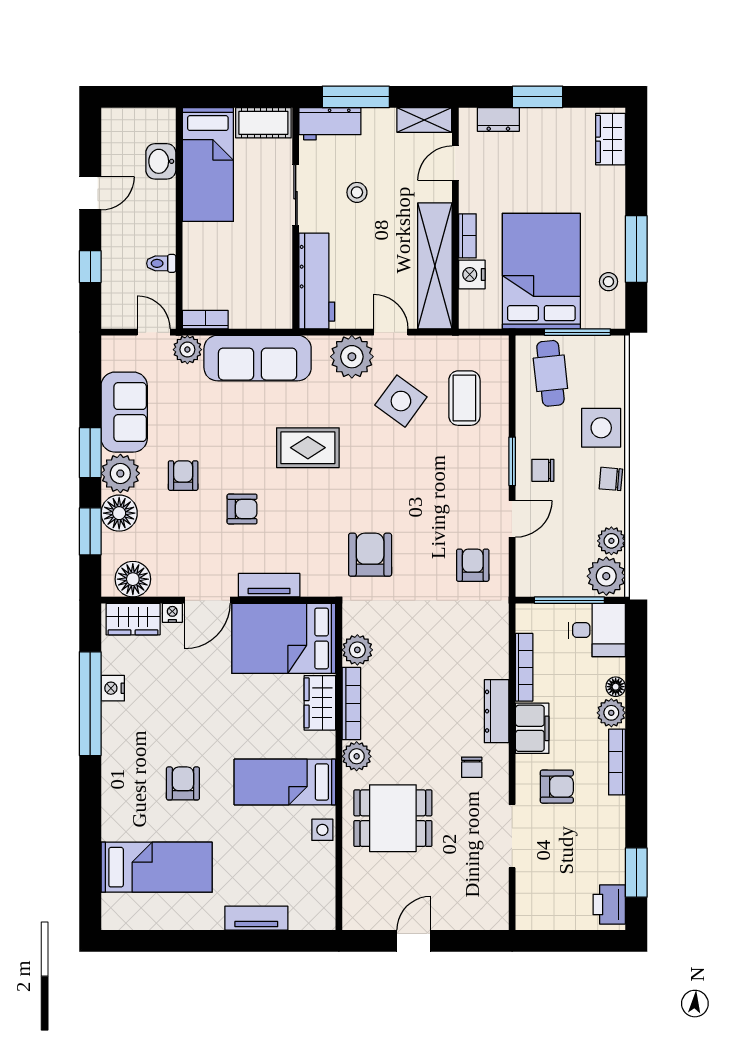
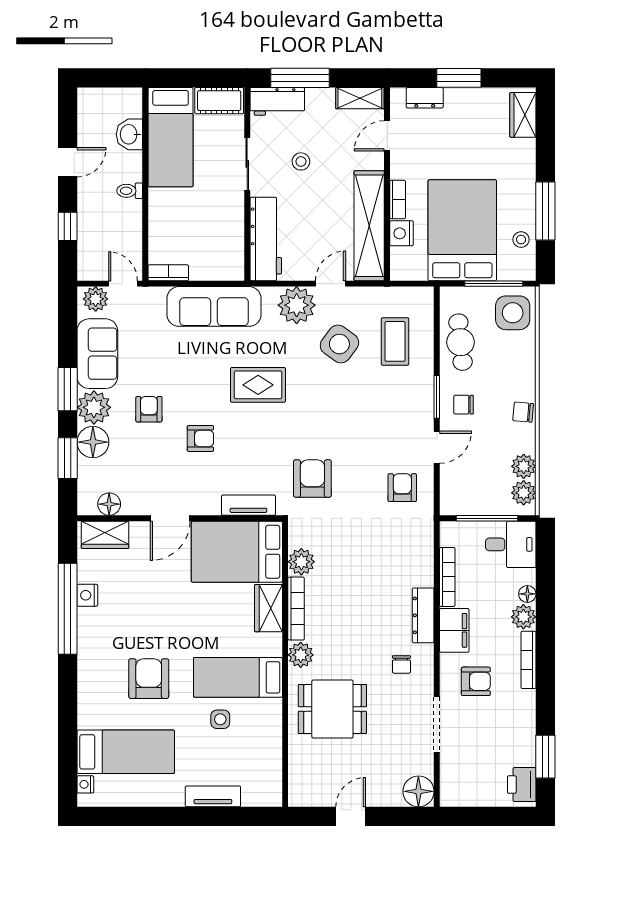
toilet: (161, 263) -> (130, 191), moved
door: (391, 332) -> (331, 284), hinge flipped
plant: (187, 350) -> (96, 299), moved
cafe table: (550, 373) -> (460, 342), moved
side table: (601, 428) -> (513, 313), moved
plant: (606, 576) -> (524, 493), width x0.73, depth x0.73
floor lamp: (133, 579) -> (109, 504), width x0.73, depth x0.73
tv unit: (269, 585) -> (248, 505), moved
nightstand: (172, 613) -> (85, 784), moved, turned -90
armchair: (183, 783) -> (149, 679), width x1.38, depth x1.38
side table: (322, 830) -> (220, 719), moved
floor lamp: (491, 912) -> (418, 791), added

